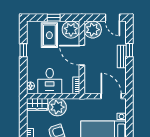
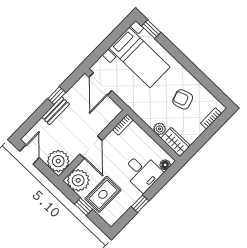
window: (129, 50) -> (57, 96), moved
desk: (50, 81) -> (142, 172), moved, turned 90
plant: (57, 107) -> (160, 129), width x0.53, depth x0.53

